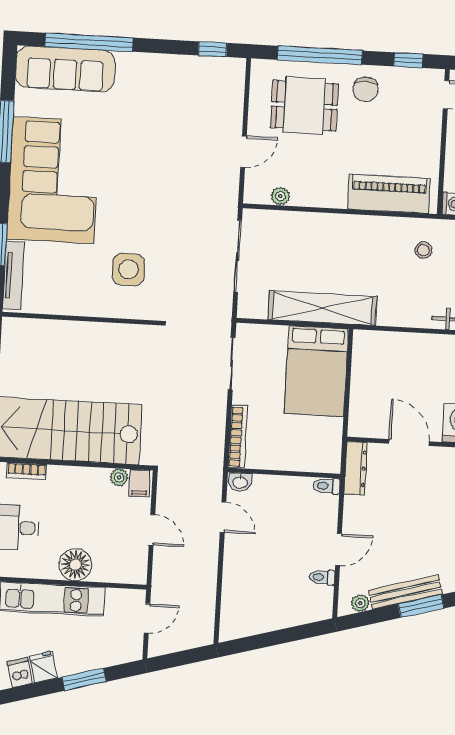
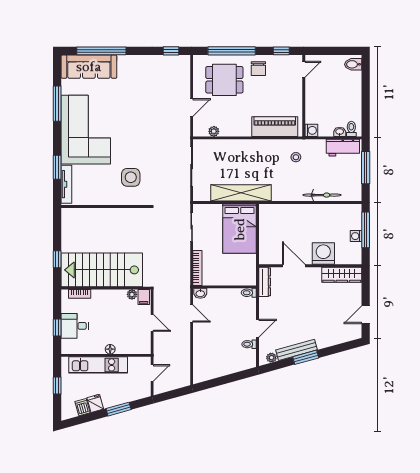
floor lamp: (75, 565) -> (110, 349), width x0.53, depth x0.53

